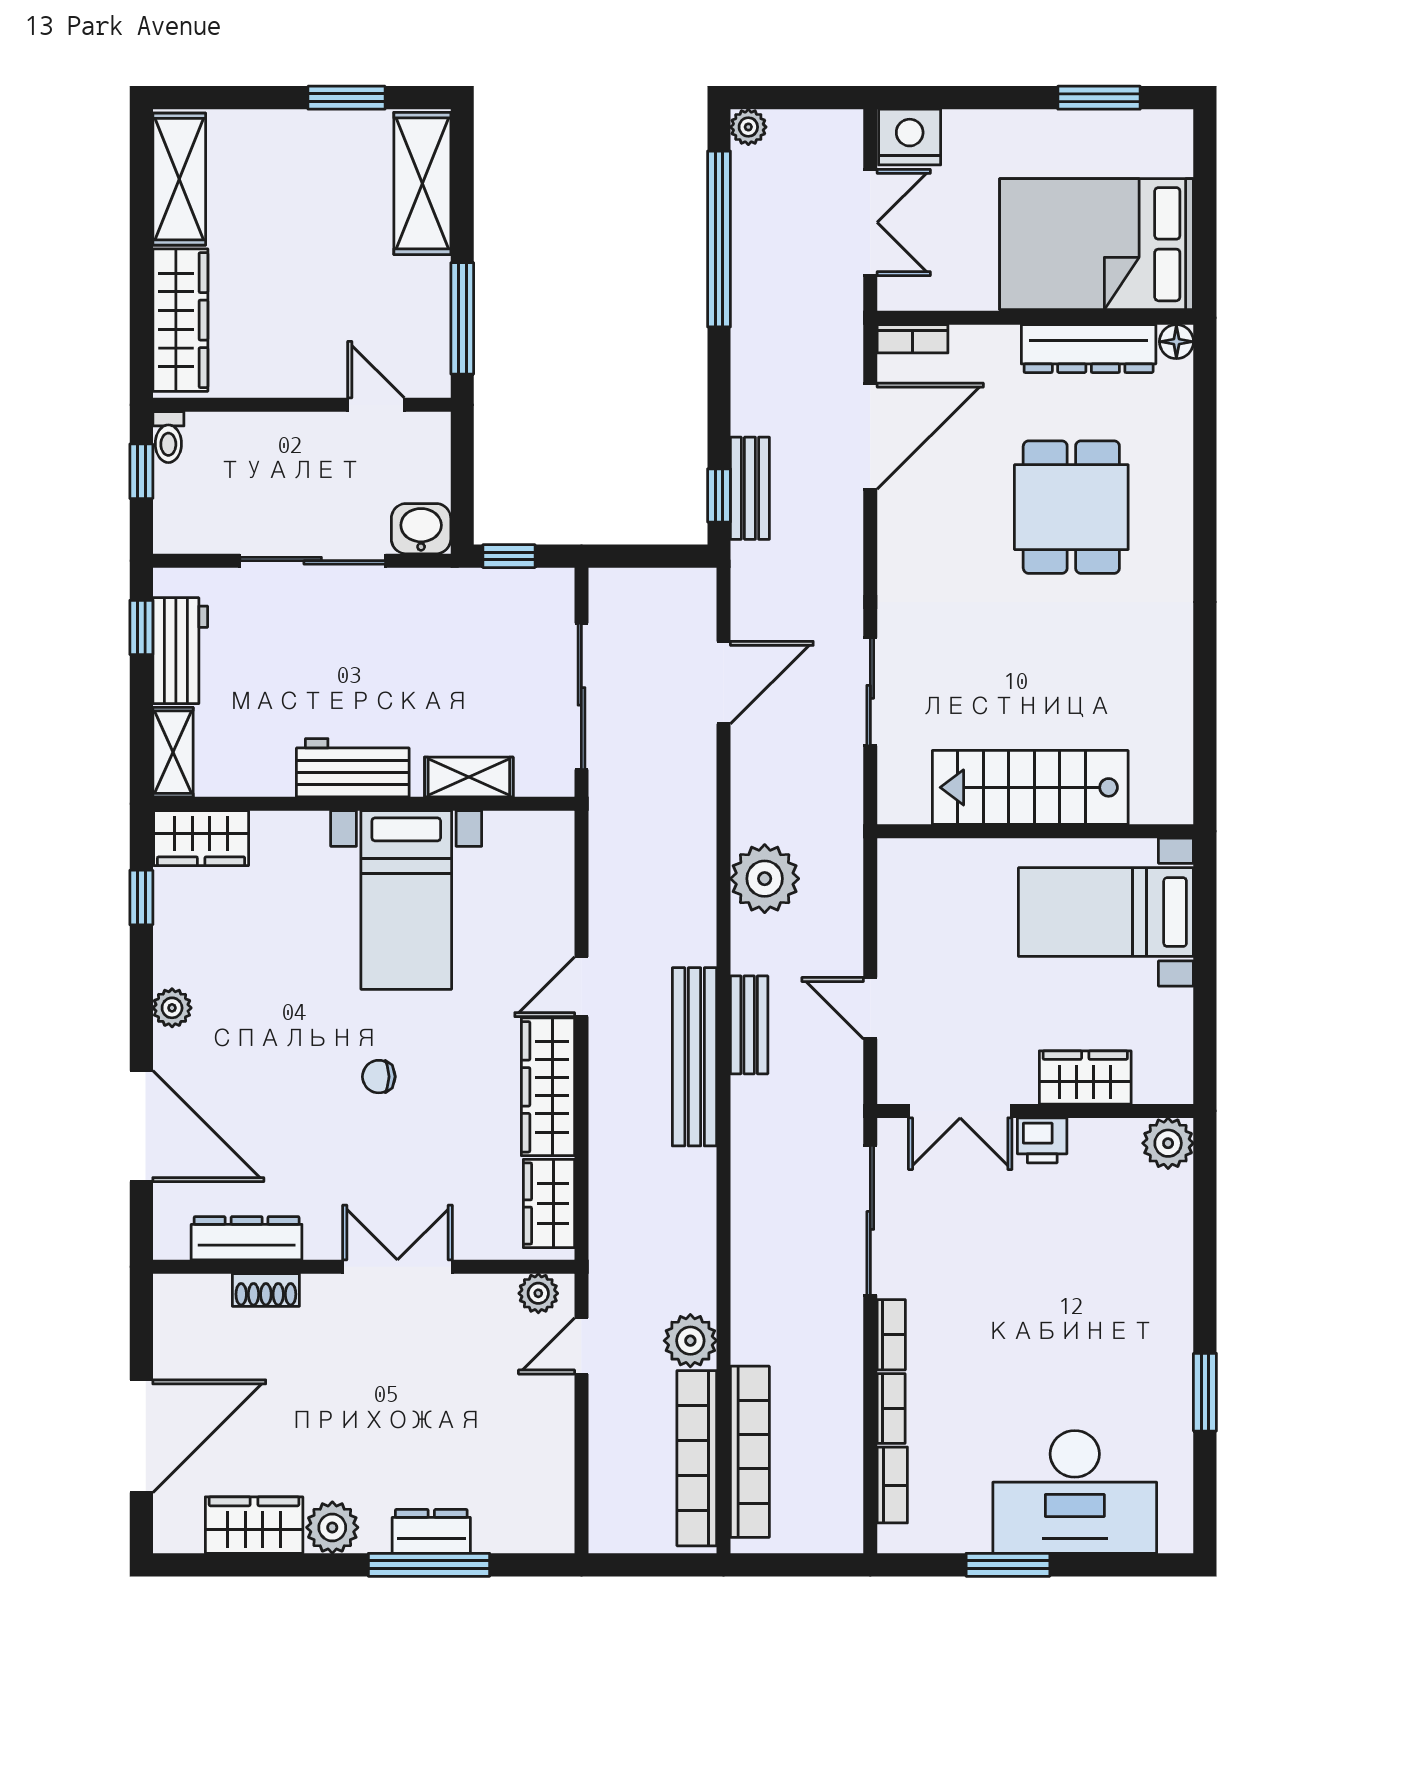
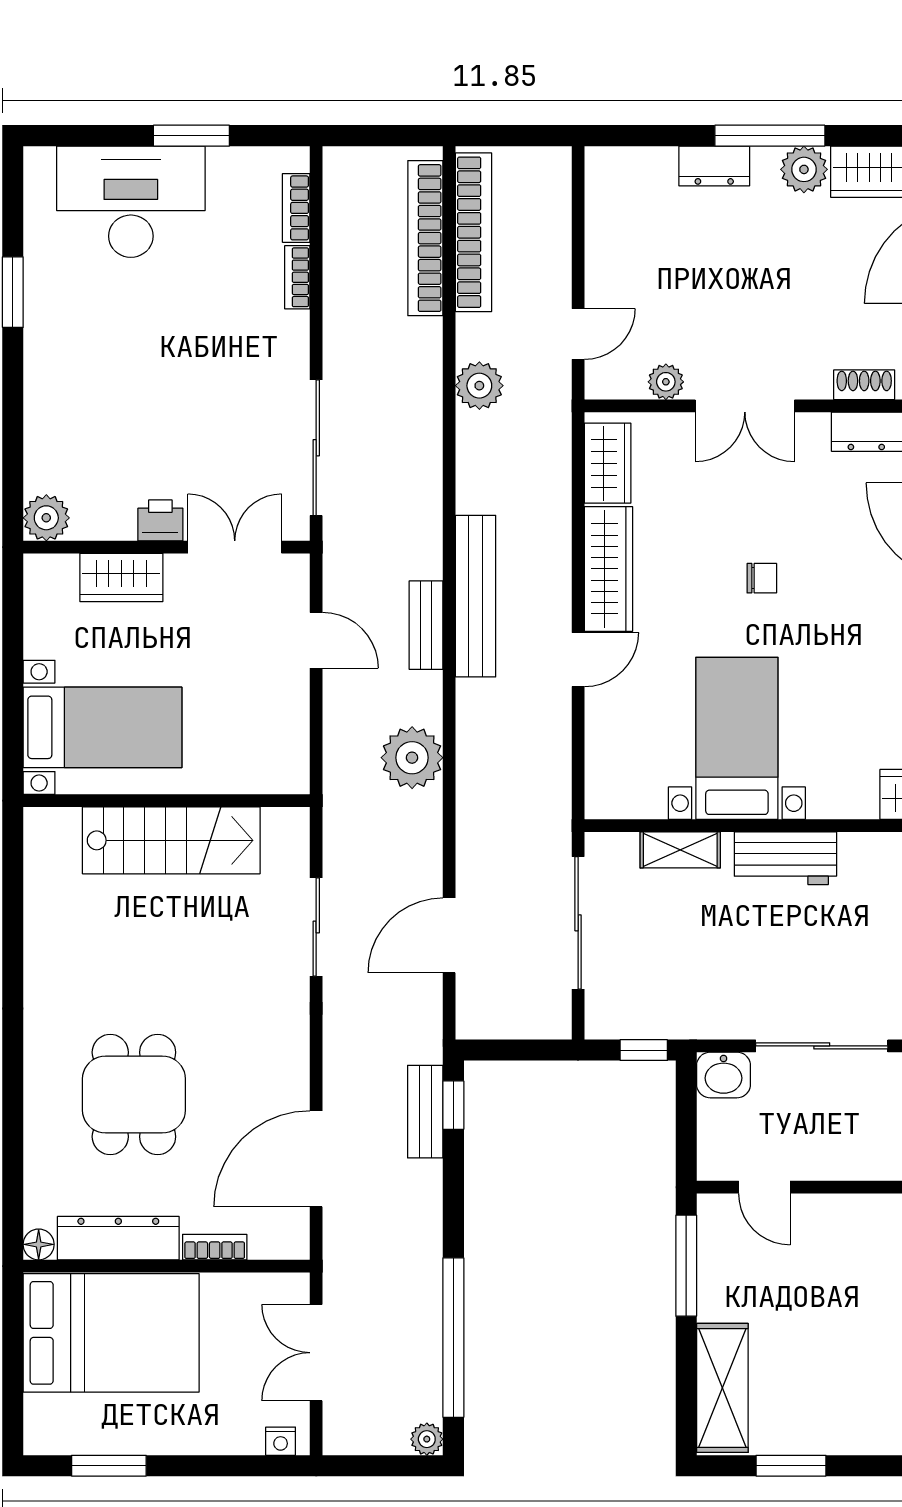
nightstand: (910, 137) -> (281, 1441), width x0.53, depth x0.56
bookcase: (913, 339) -> (215, 1247), moved
plant: (538, 1293) -> (666, 382), moved
bookcase: (891, 1335) -> (297, 344), removed
plant: (690, 1341) -> (479, 386), moved
window: (429, 1565) -> (770, 136), moved

